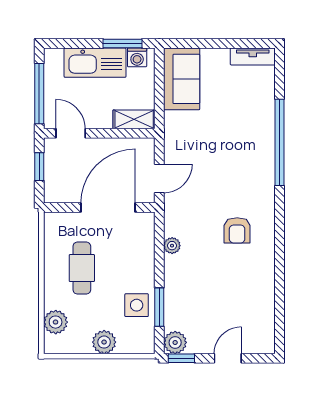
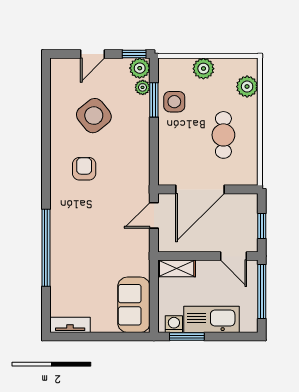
plant: (172, 246) -> (143, 87), moved
side table: (226, 290) -> (94, 116), added

